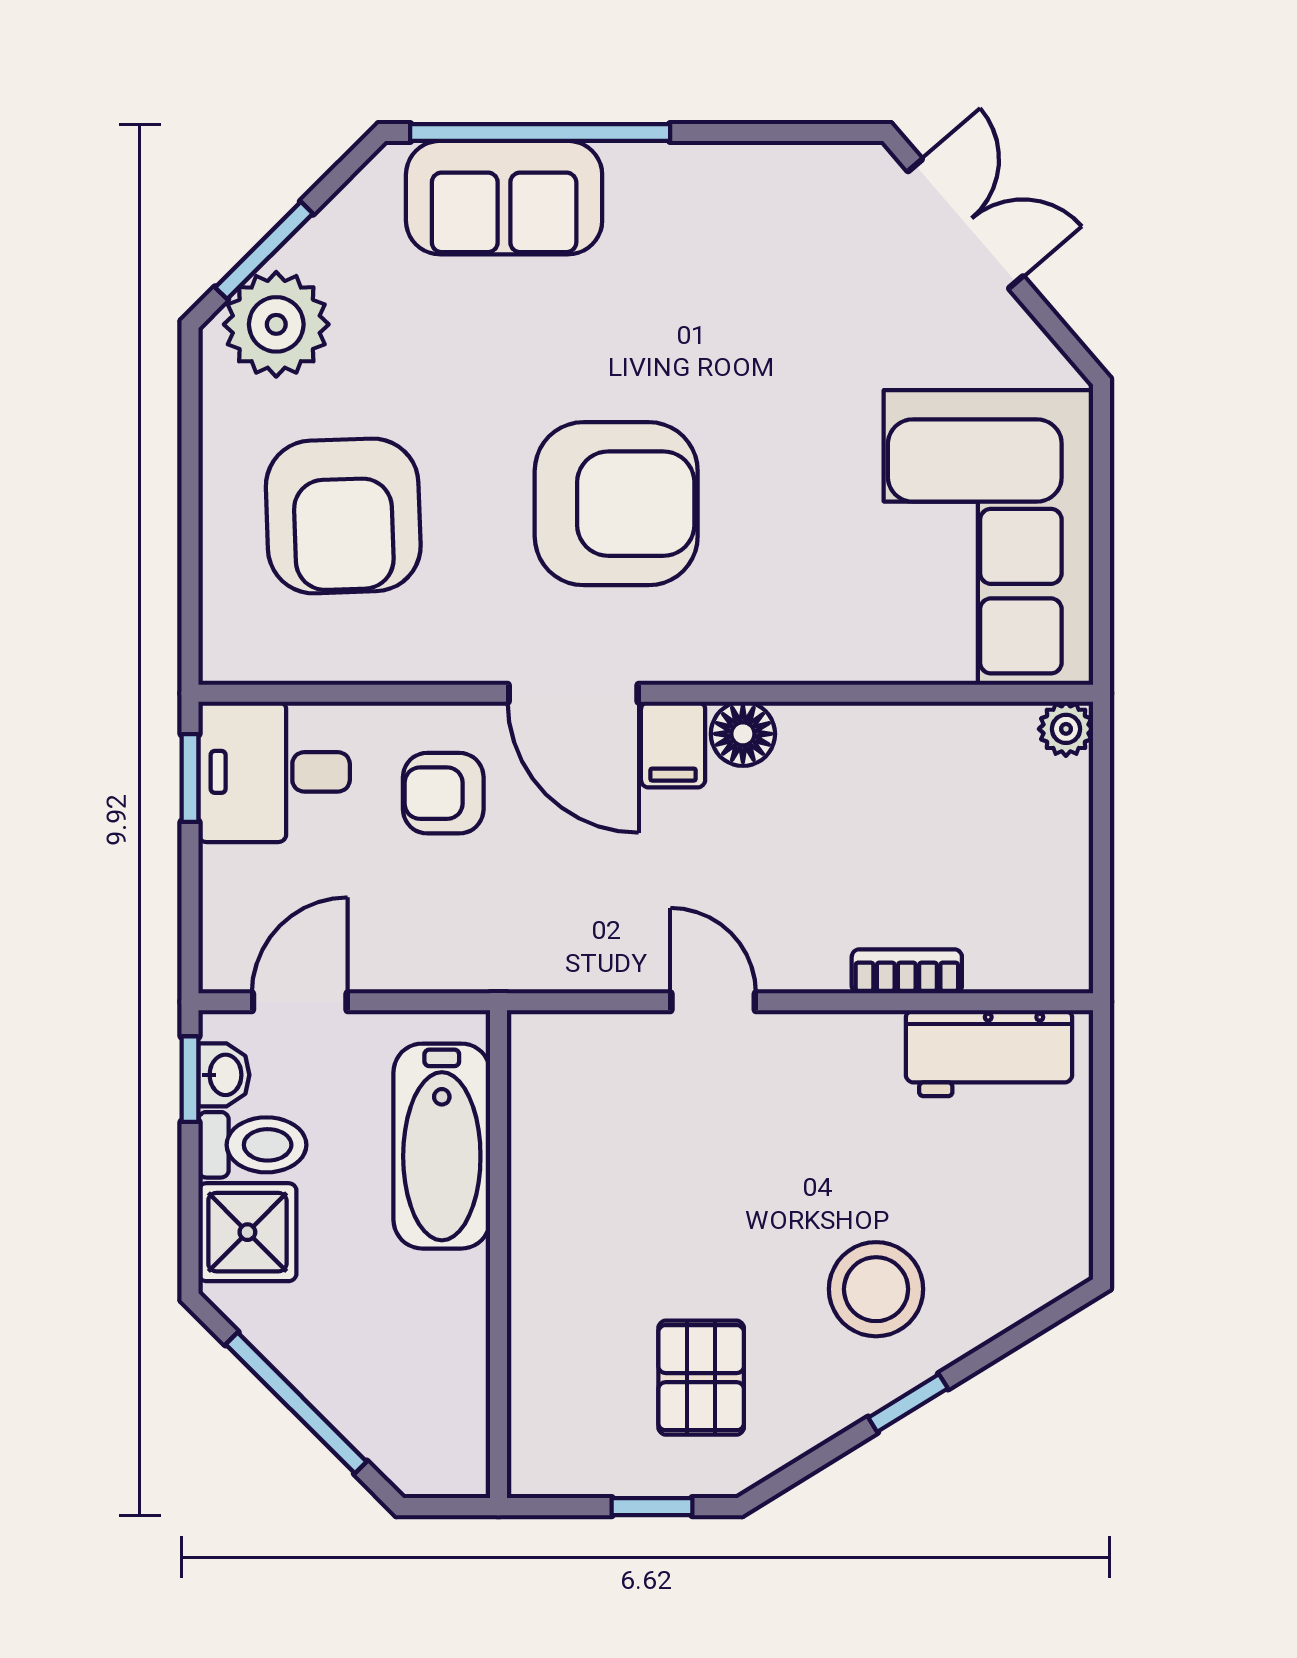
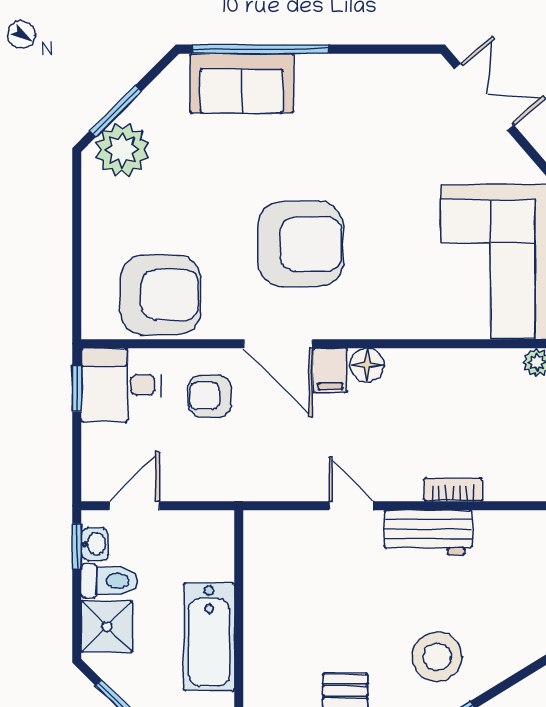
armchair: (343, 516) -> (160, 295), moved, turned -88
workbench: (989, 1053) -> (428, 533), moved
bathtub: (442, 1146) -> (209, 637), moved

